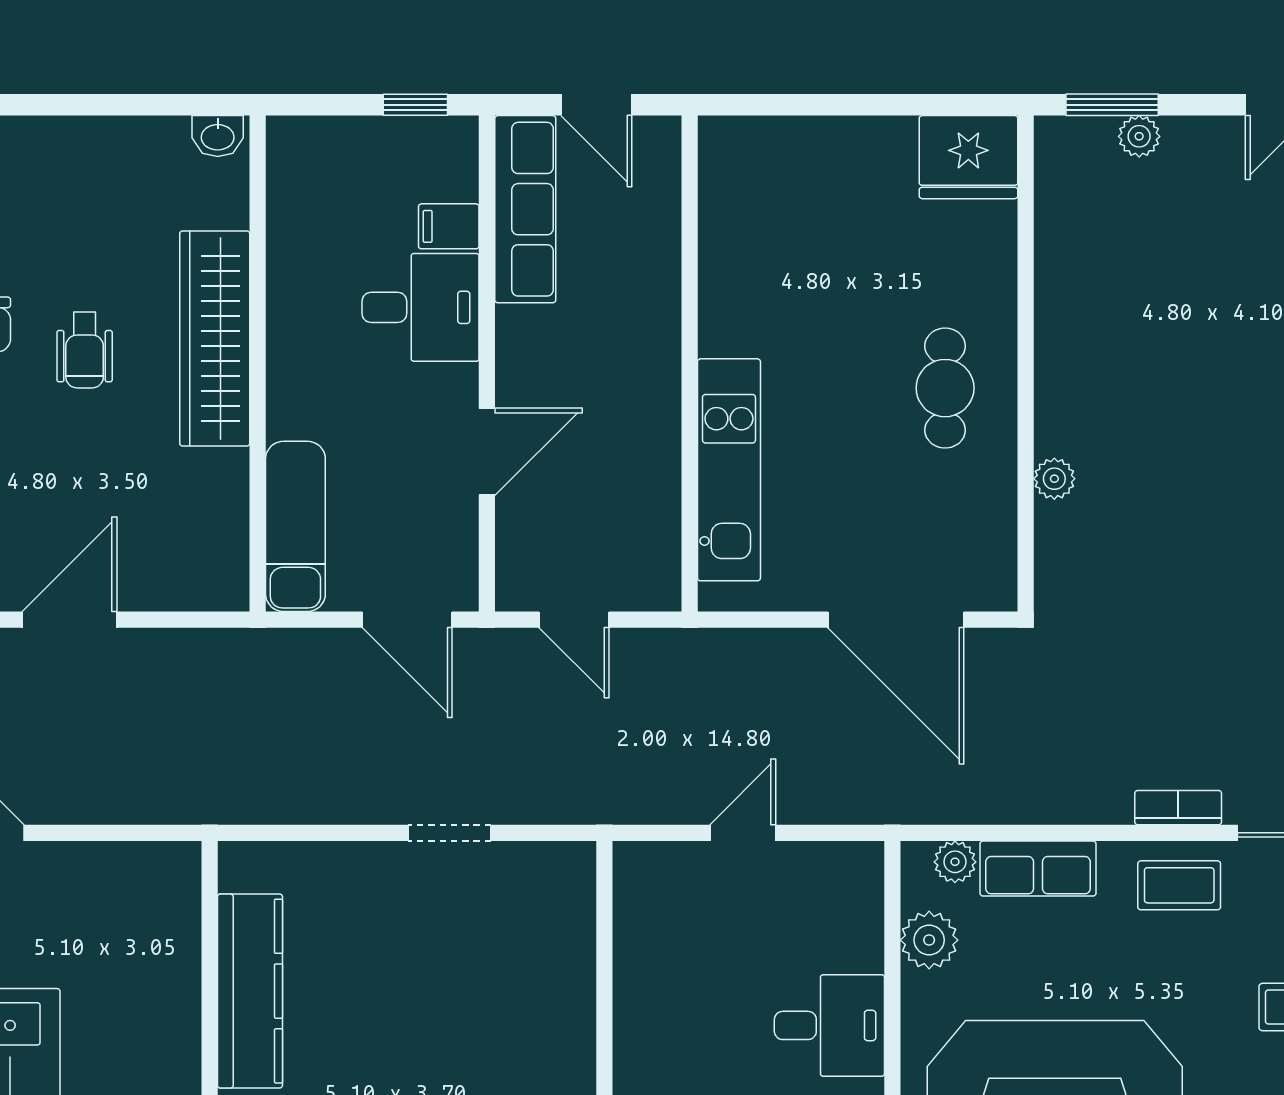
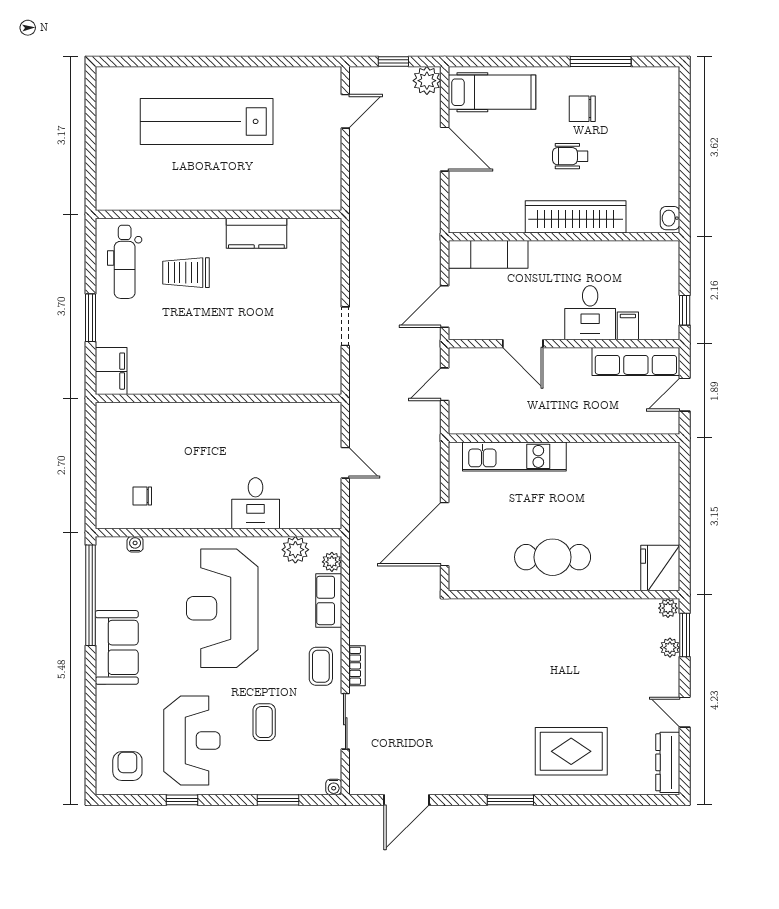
cafe table: (945, 388) -> (553, 557), width x1.37, depth x1.35
plant: (1054, 479) -> (668, 608), moved
kitchen counter: (250, 991) -> (256, 233), width x0.67

